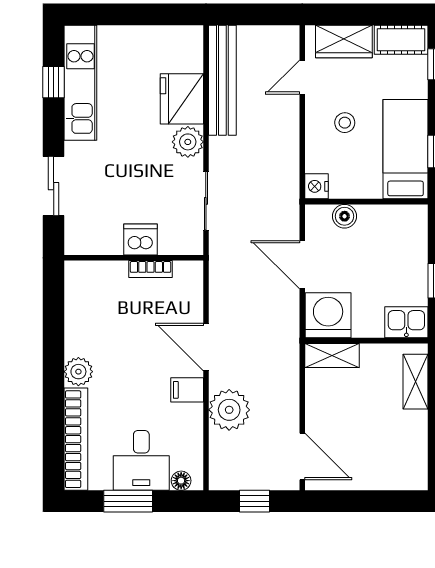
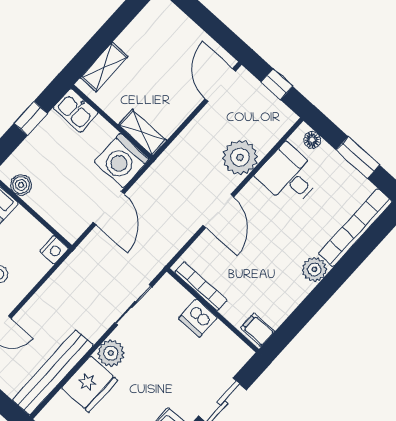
boiler: (345, 216) -> (21, 185), moved
bookcase: (151, 269) -> (201, 286), width x1.56
filing cabinet: (187, 390) -> (257, 330), moved, turned 180
desk: (141, 460) -> (289, 176), moved, turned -90

